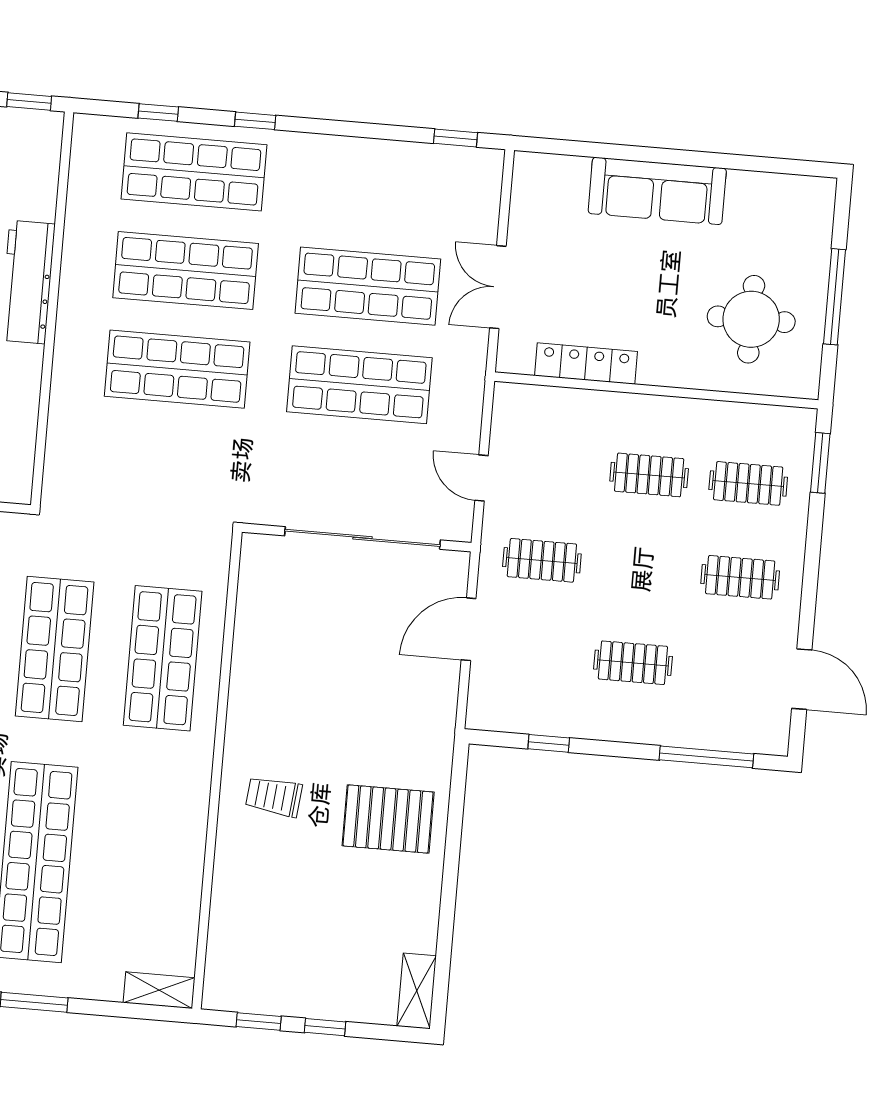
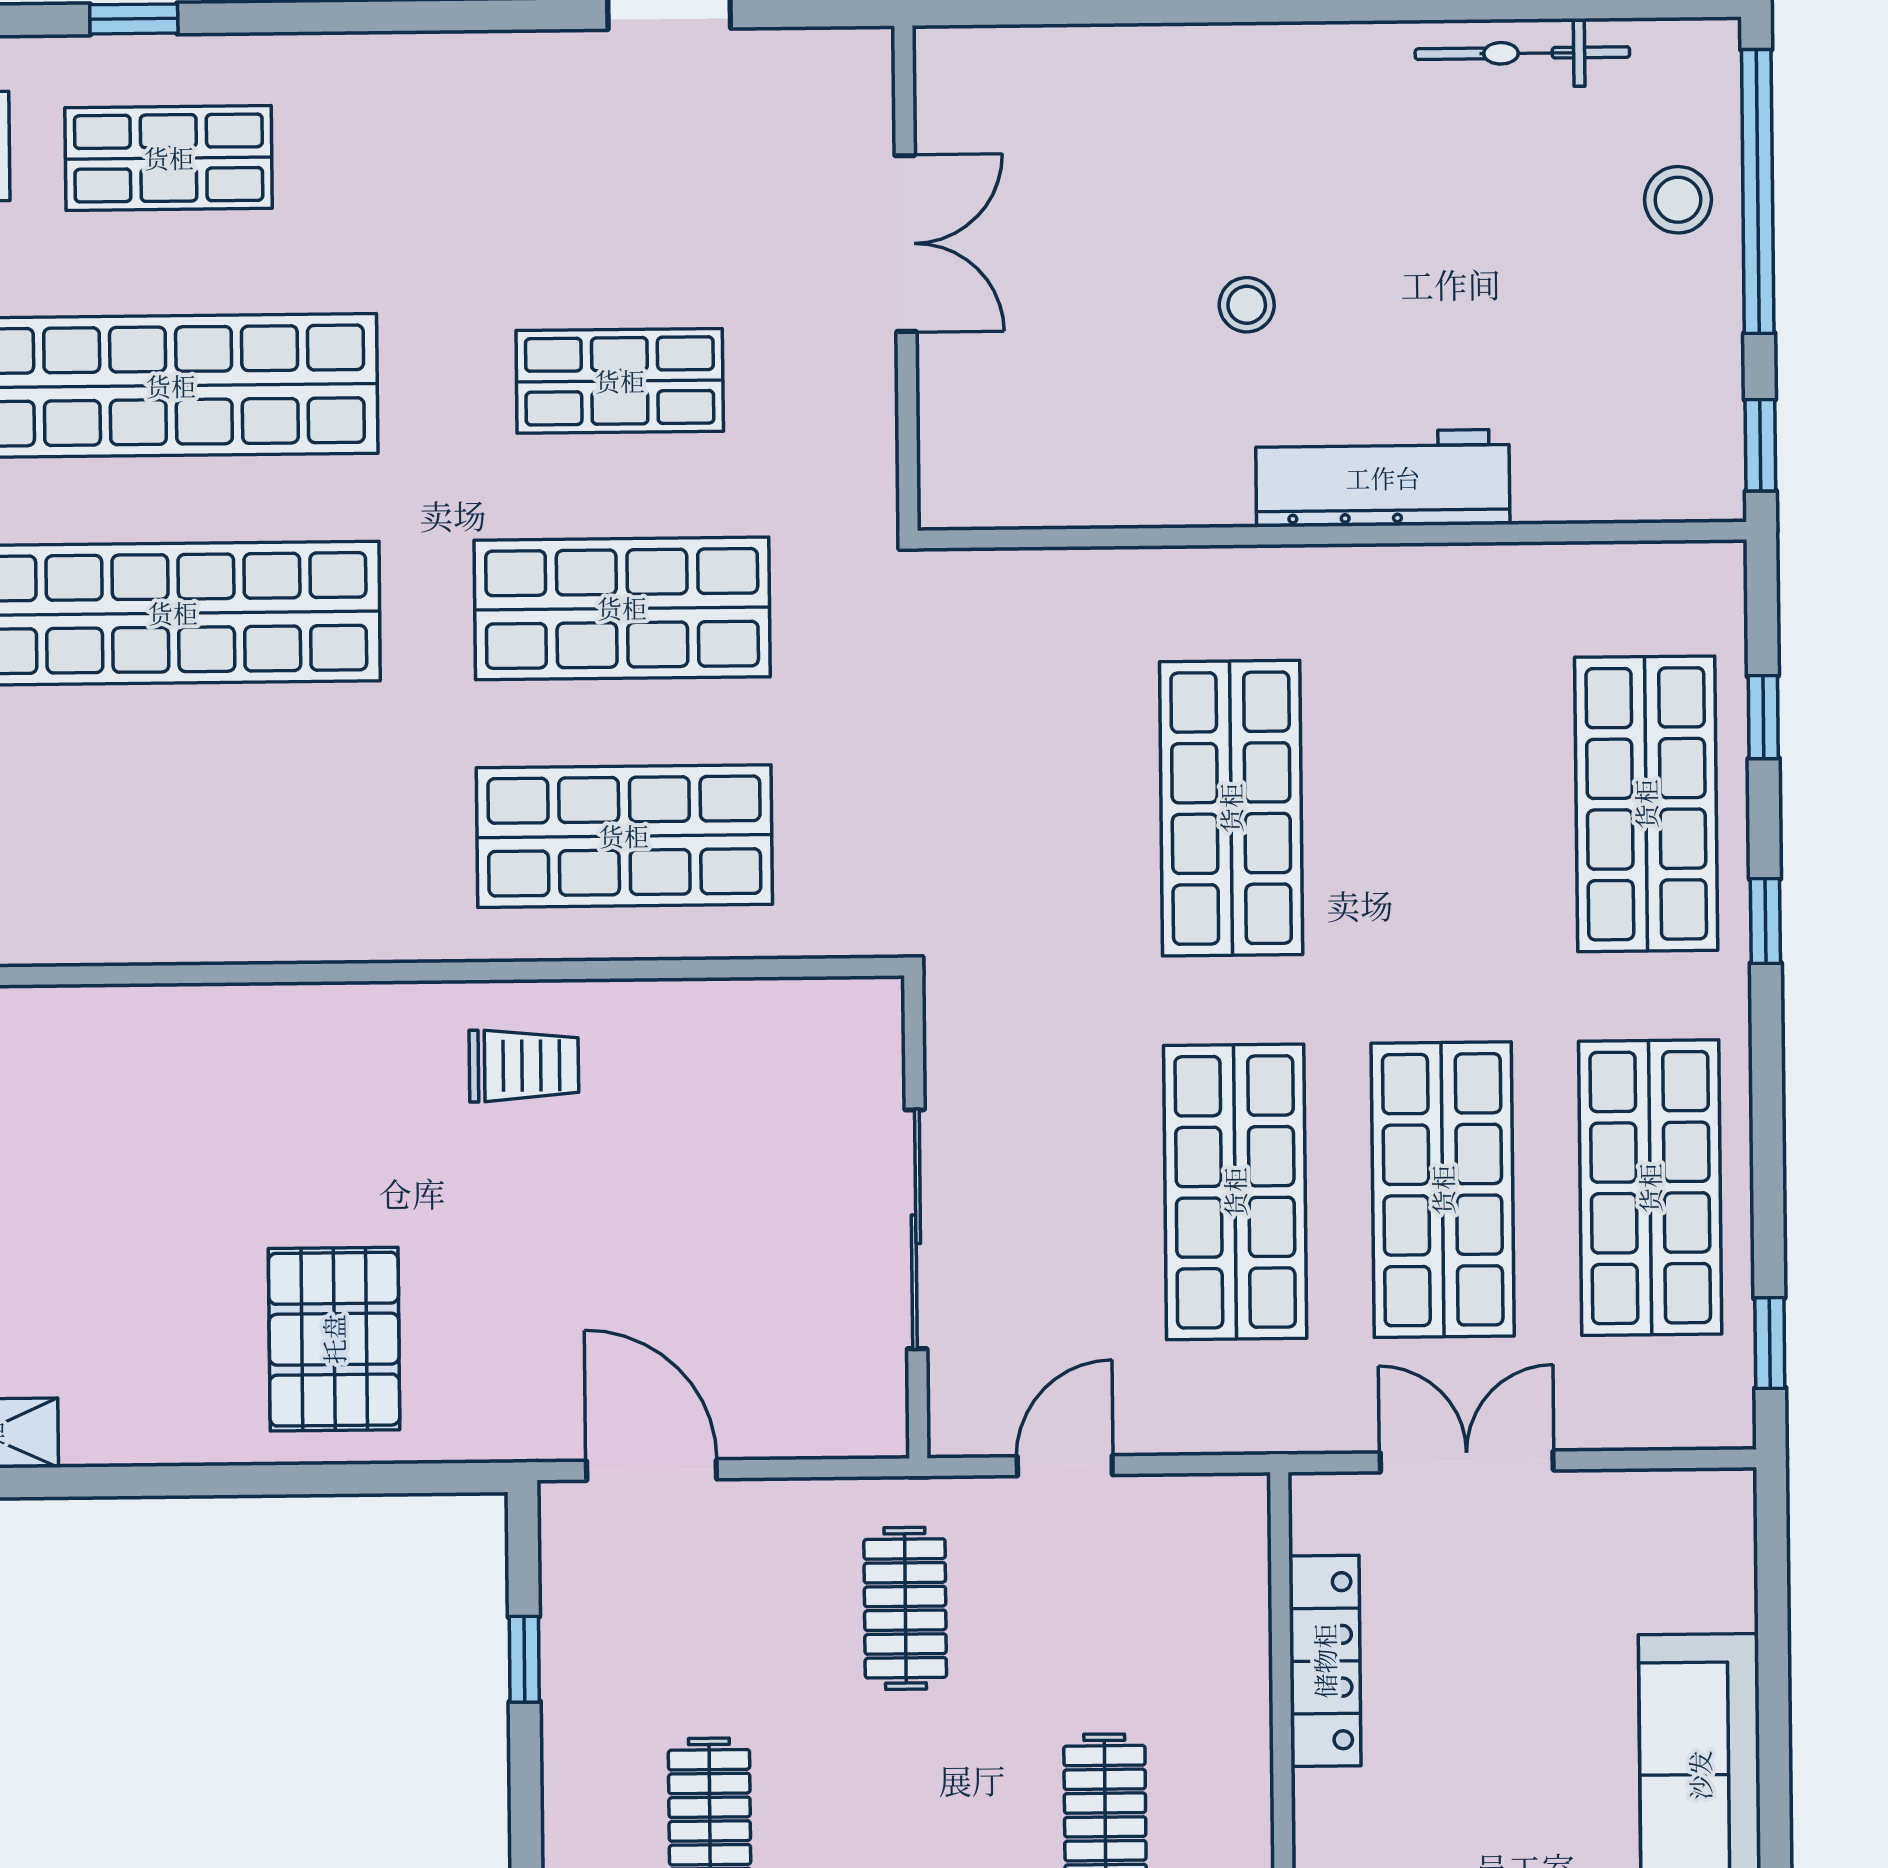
shop shelf: (186, 271) -> (1650, 1188), moved
sliding door: (362, 538) -> (916, 1229), width x0.73
door: (469, 629) -> (652, 1470), moved
trolley: (274, 796) -> (524, 1066), moved, turned 84

